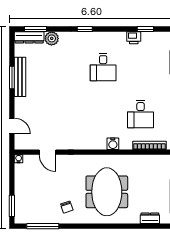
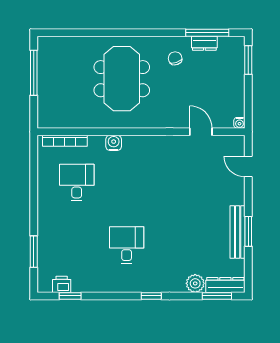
printer: (134, 38) -> (62, 284), moved
dresser: (150, 218) -> (204, 43), moved

